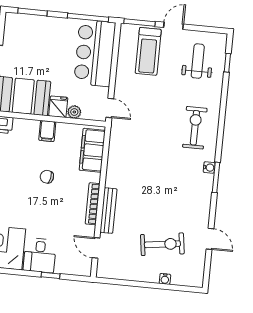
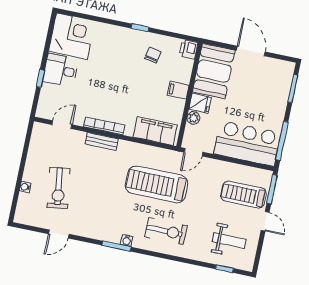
treadmill: (147, 143) -> (157, 184), added
chair: (47, 177) -> (153, 55), moved
bench: (109, 211) -> (102, 142), width x0.73

